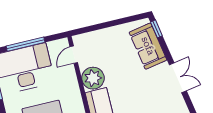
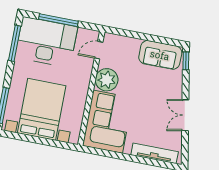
sofa: (148, 46) -> (160, 55), moved, turned -80
double door: (178, 78) -> (185, 115), swing flipped

